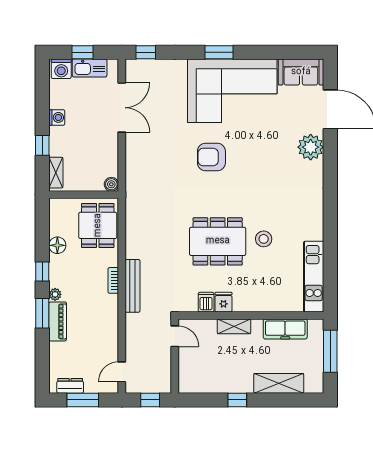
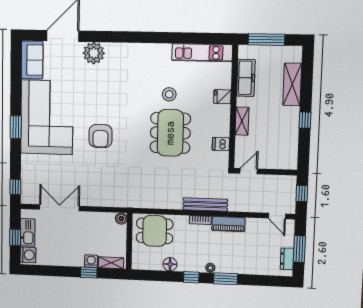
washing machine: (57, 117) -> (91, 261), moved
fridge: (224, 302) -> (222, 97), moved
piano: (58, 321) -> (228, 224), moved, turned 180

